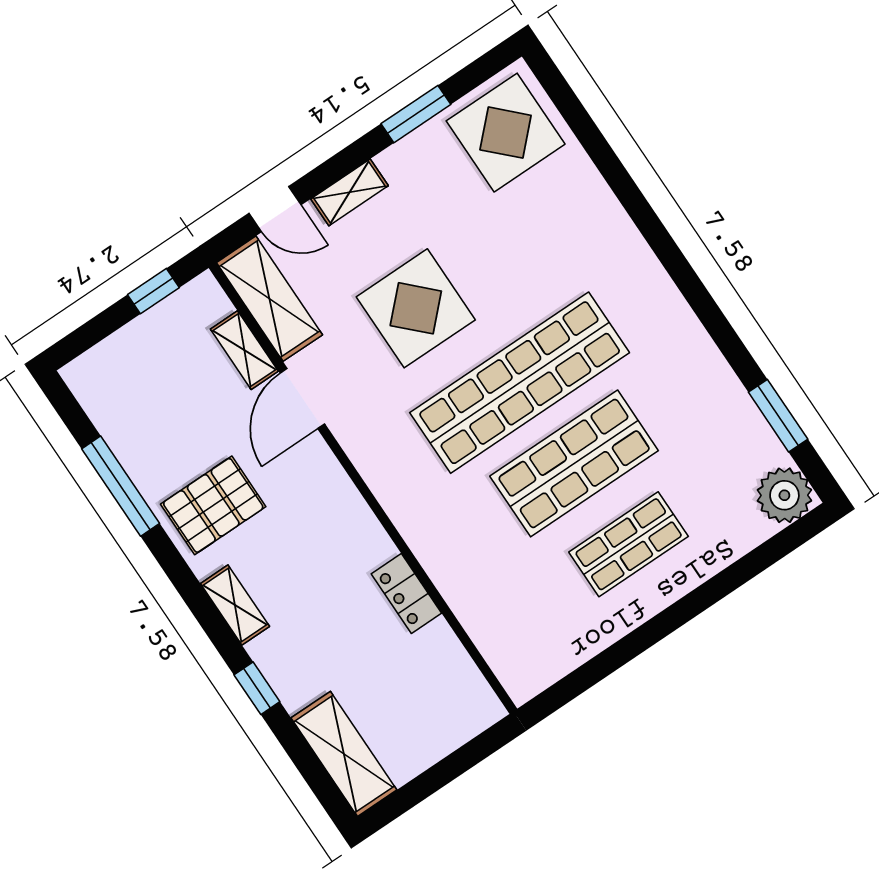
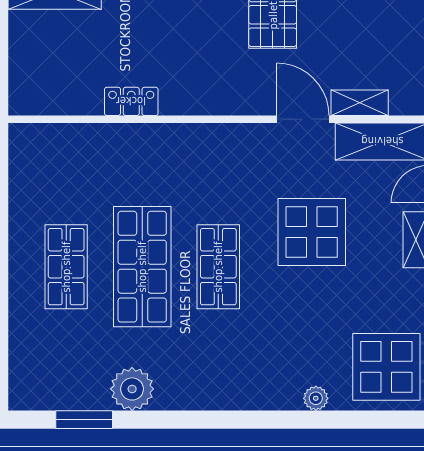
plant: (589, 185) -> (316, 398), added
shop shelf: (520, 383) -> (218, 267), width x0.50, depth x0.74
plant: (784, 495) -> (132, 389), moved

